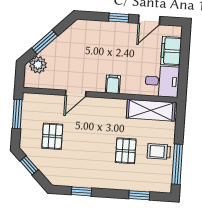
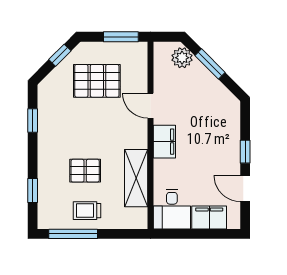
filing cabinet: (113, 84) -> (164, 142), width x2.00
shelving: (151, 110) -> (136, 178), moved
pallet: (52, 136) -> (97, 81), width x1.50, depth x1.42
trolley: (159, 152) -> (87, 211), turned -90

